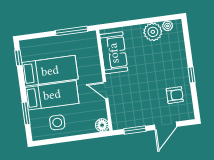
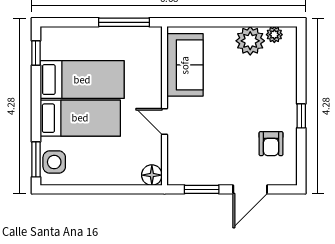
armchair: (175, 95) -> (271, 144), turned 90
window: (26, 113) -> (36, 159), moved
side table: (57, 122) -> (54, 162), moved

